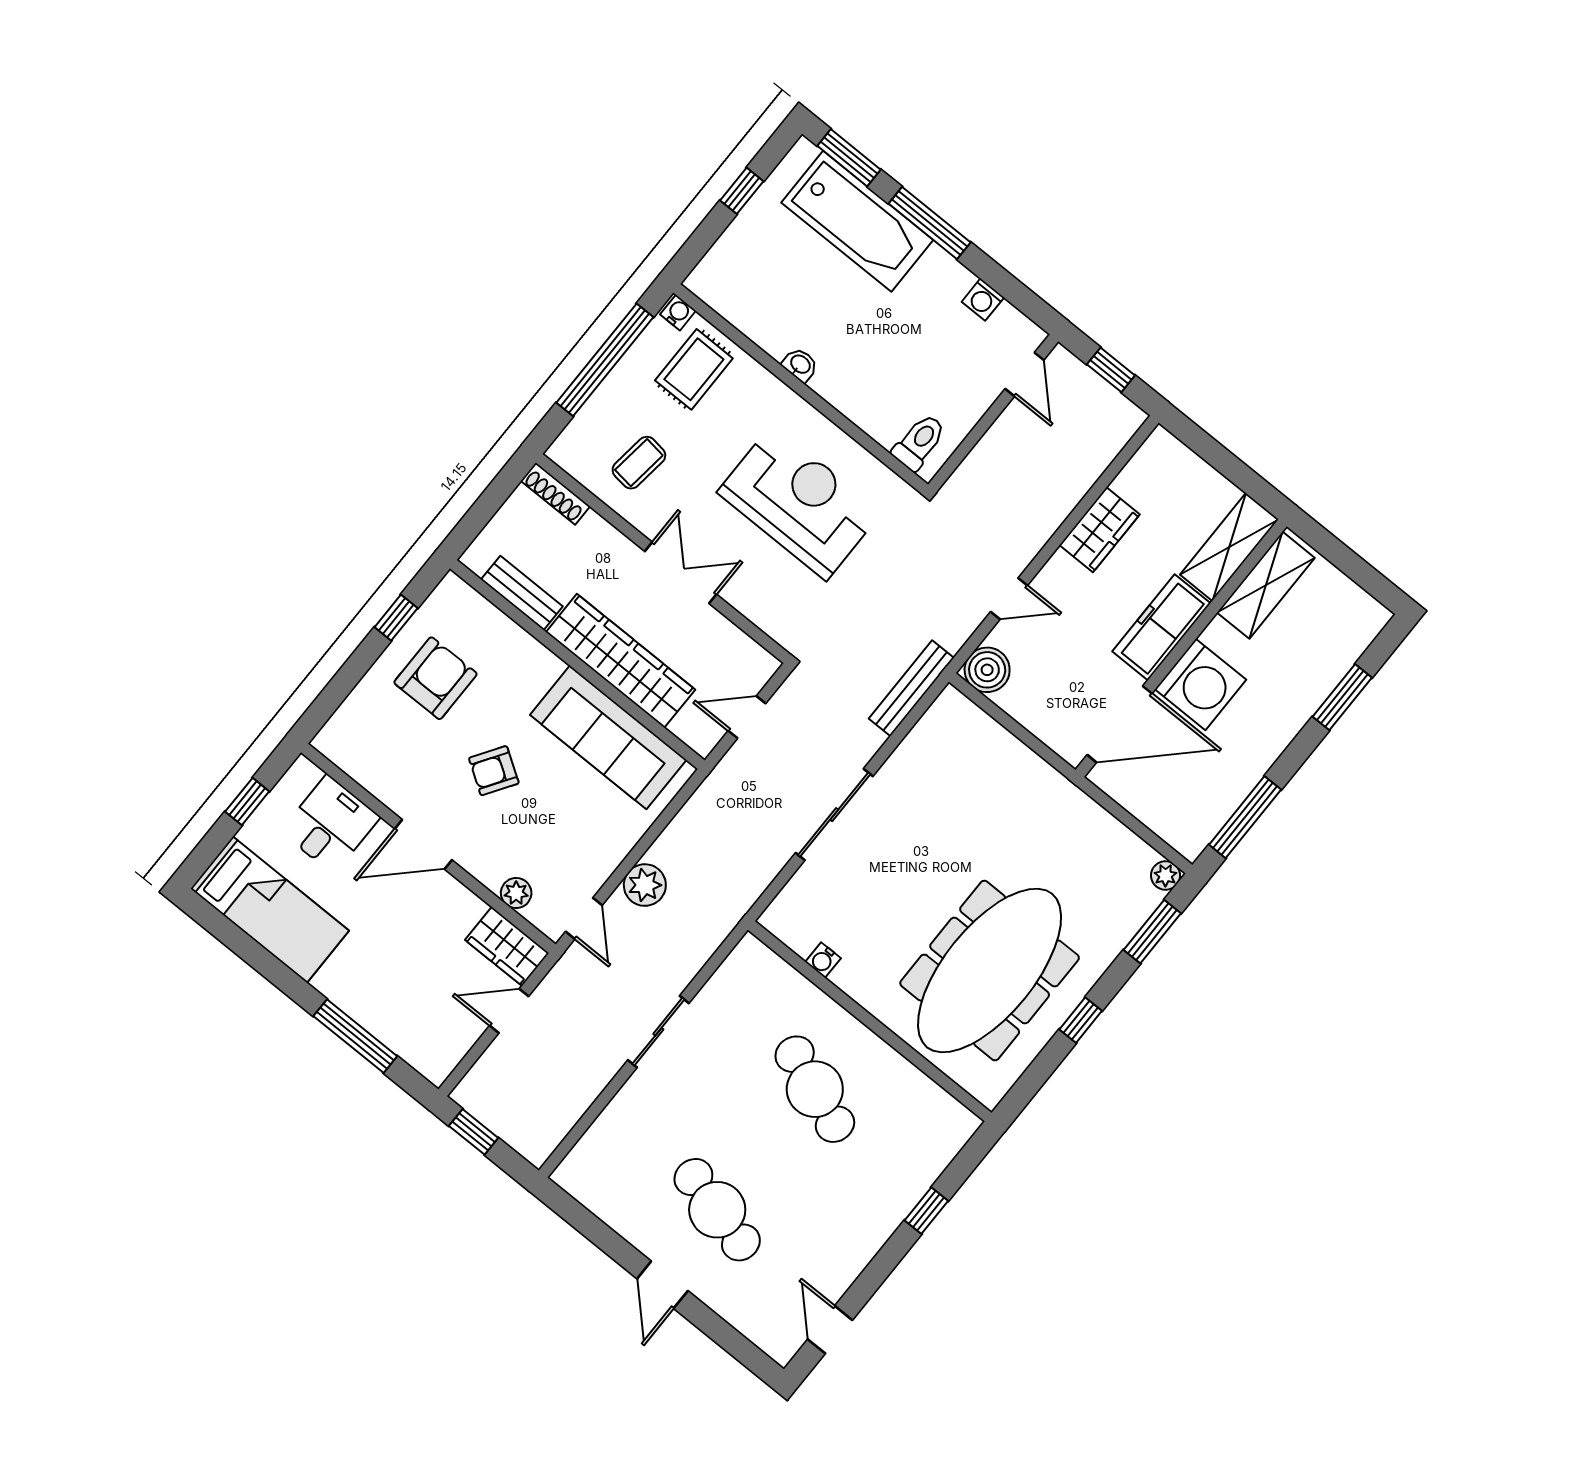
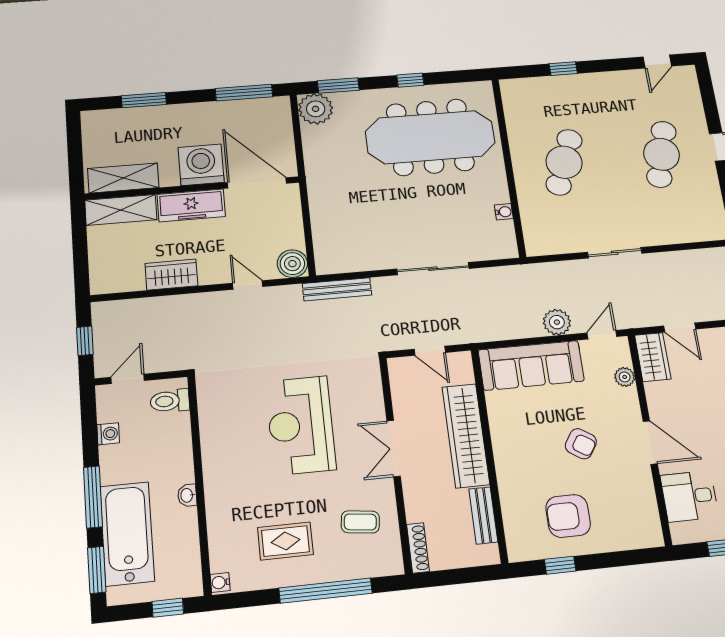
water cooler: (678, 313) -> (220, 582), moved
washbasin: (800, 365) -> (187, 495), moved
wall: (801, 389) -> (199, 483), moved
toilet: (919, 442) -> (170, 401), moved
sofa: (608, 737) -> (531, 365), moved, turned 90
plant: (1165, 875) -> (316, 109), width x1.88, depth x1.88

